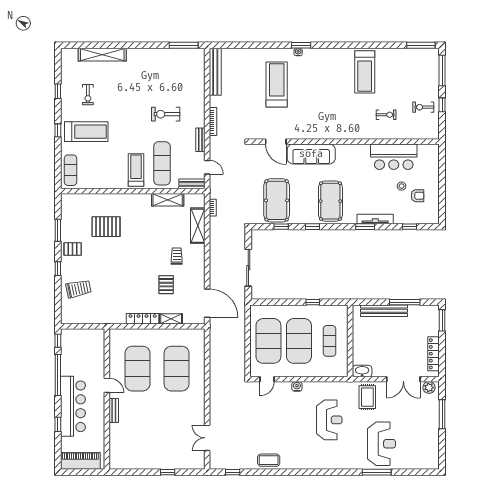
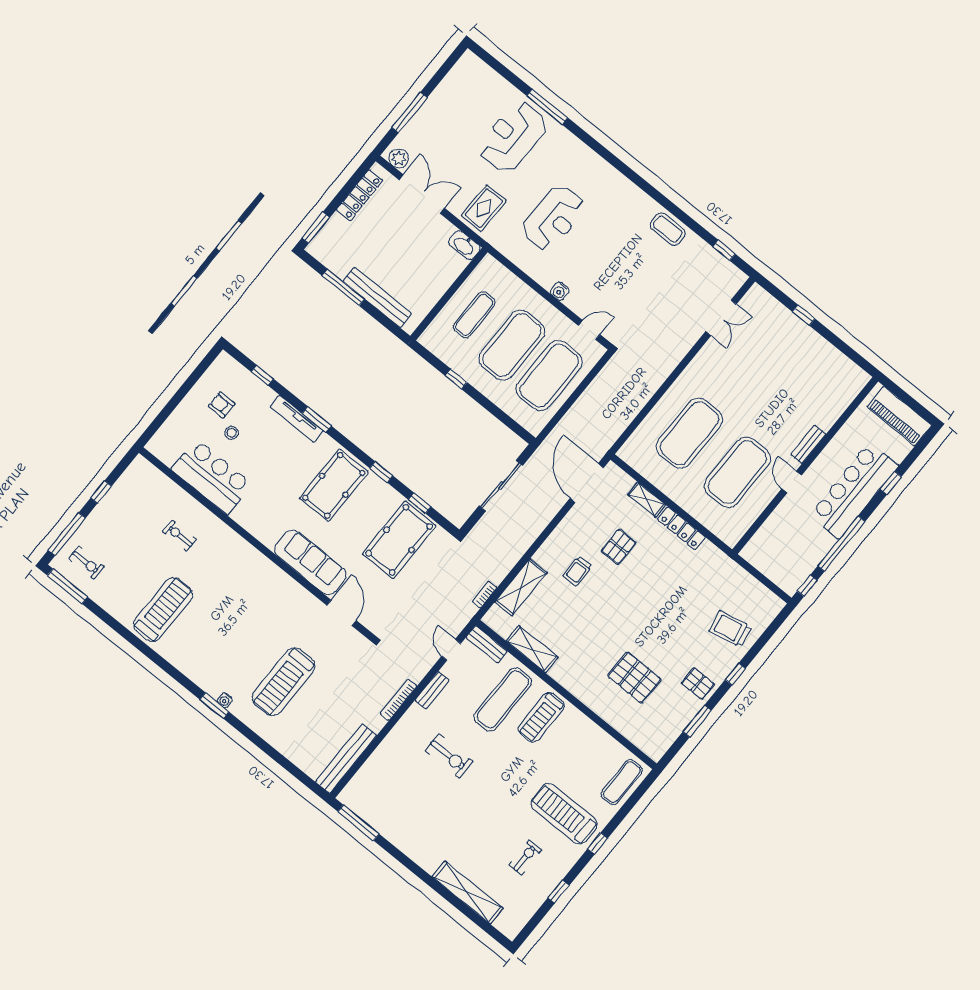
exercise bike: (423, 107) -> (86, 563), moved
reception desk: (329, 420) -> (553, 218), turned 180

